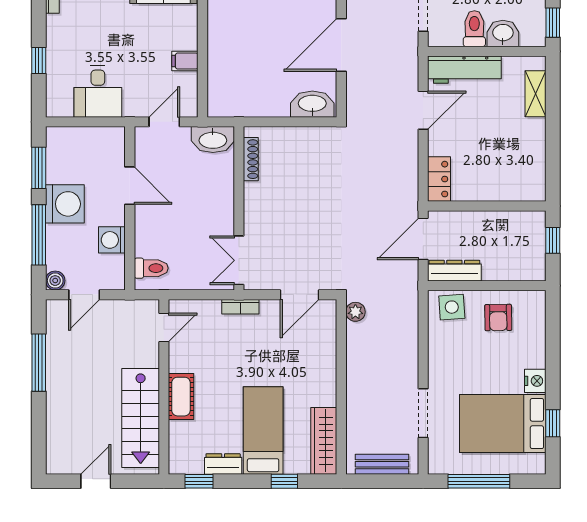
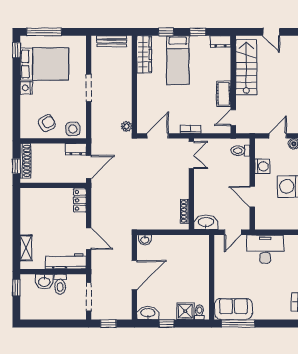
filing cabinet: (185, 61) -> (221, 266), removed
desk: (98, 92) -> (265, 249), width x1.37
washbasin: (312, 104) -> (145, 240), width x0.52, depth x0.69
door: (423, 110) -> (89, 239), swing flipped
shoe rack: (536, 250) -> (26, 161), added
dresser: (454, 271) -> (76, 149), width x0.70
armchair: (498, 318) -> (47, 123), turned 60
cot: (181, 397) -> (224, 94), moved
doorway: (423, 413) -> (89, 88), moved
window: (553, 423) -> (16, 50), moved
dresser: (223, 464) -> (220, 41), moved
door: (96, 481) -> (271, 32), hinge flipped
window: (199, 481) -> (198, 32), moved
window: (479, 481) -> (44, 32), moved

